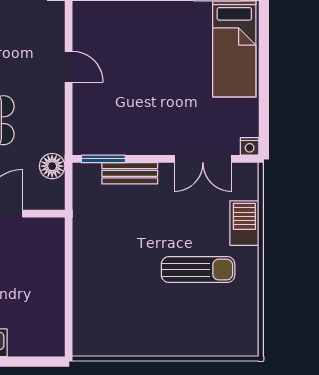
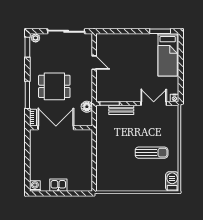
double door: (203, 159) -> (154, 104), swing flipped
barbecue: (244, 223) -> (172, 181), moved

